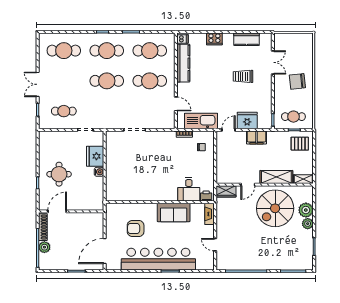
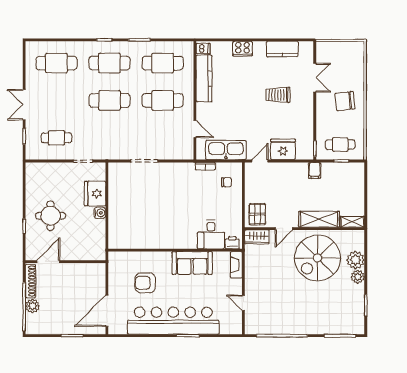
filing cabinet: (257, 137) -> (315, 170), moved, width x0.50
pallet: (300, 144) -> (257, 214), moved, turned 90

